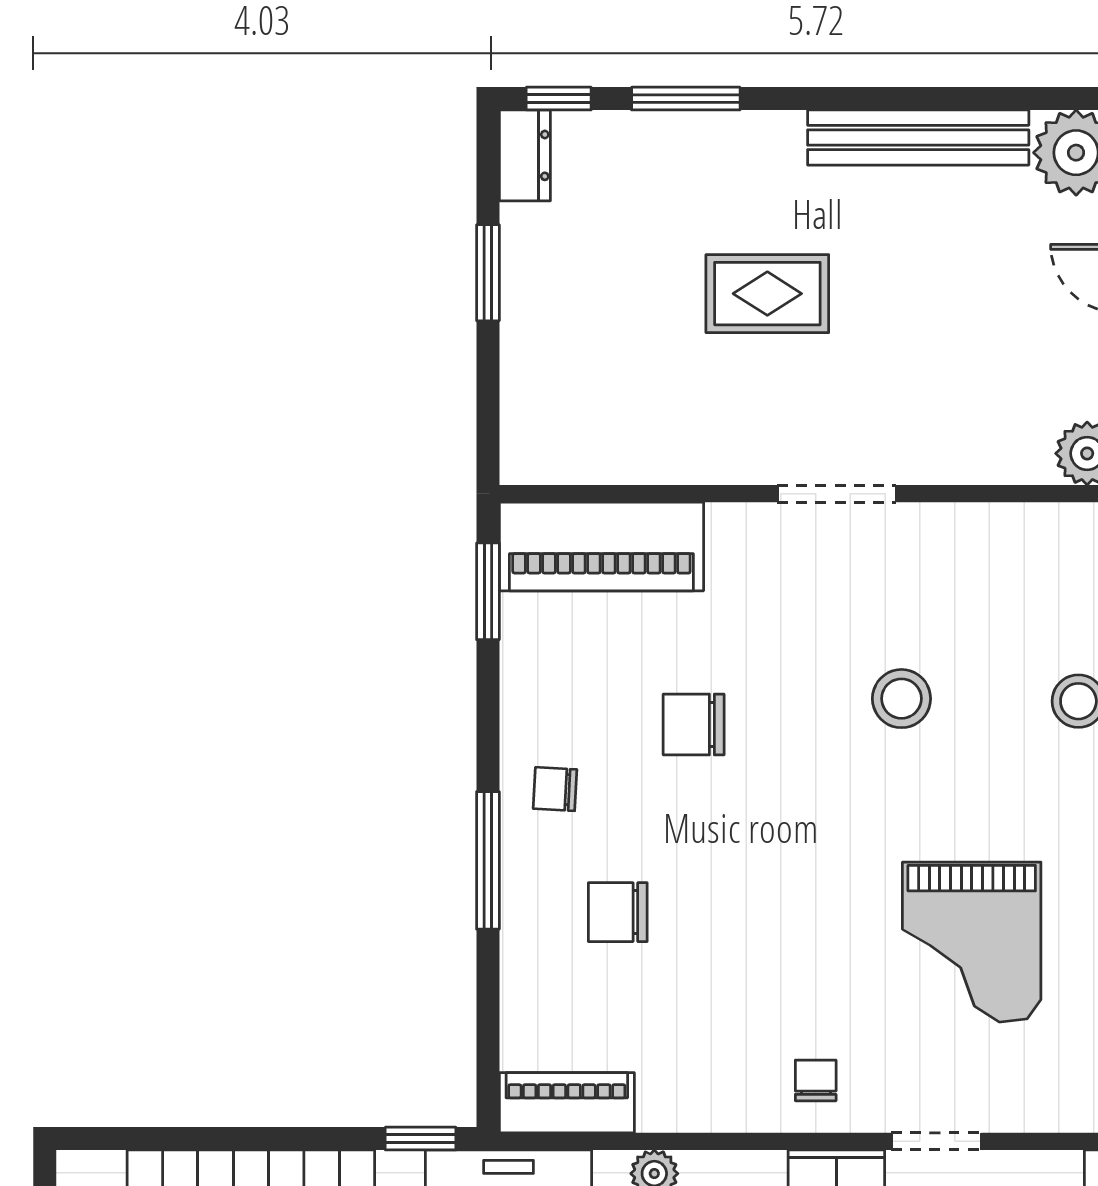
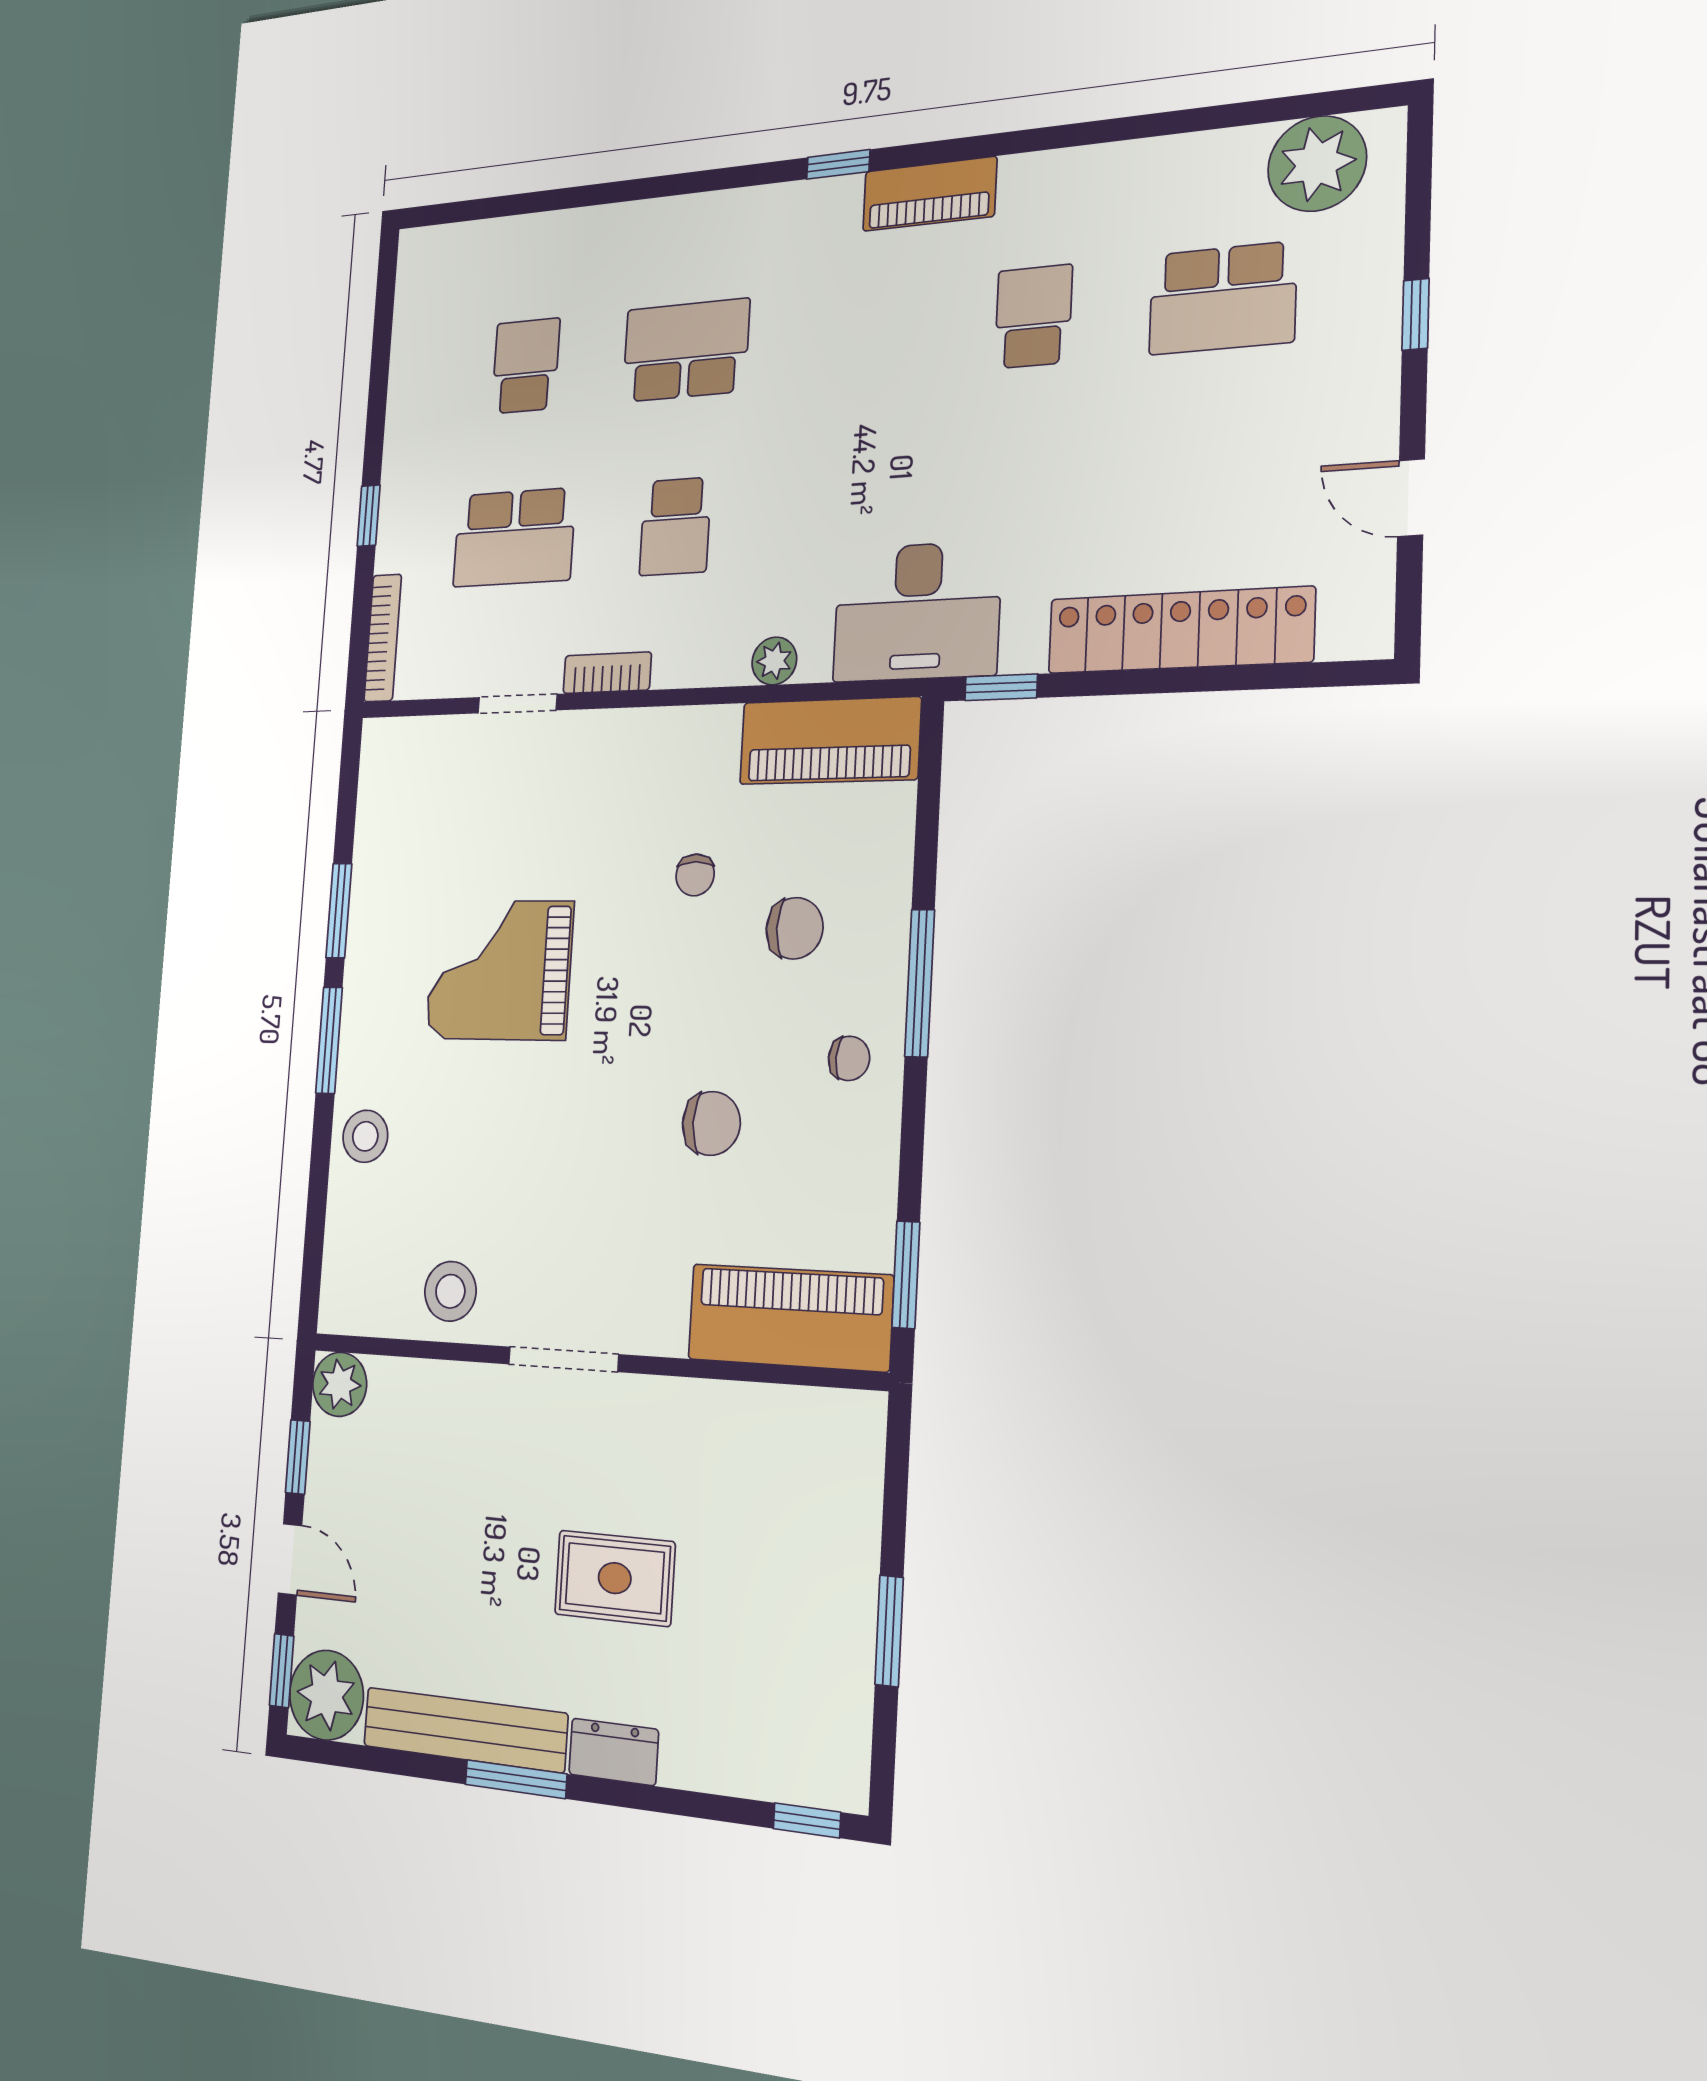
window: (686, 99) -> (516, 1779), moved
dresser: (525, 155) -> (614, 1752), moved, turned 90
stool: (901, 699) -> (450, 1291), moved
grand piano: (972, 942) -> (499, 970), moved, turned -90
chair: (816, 1080) -> (695, 875), moved
piano: (567, 1103) -> (830, 741), width x1.37, depth x1.33

